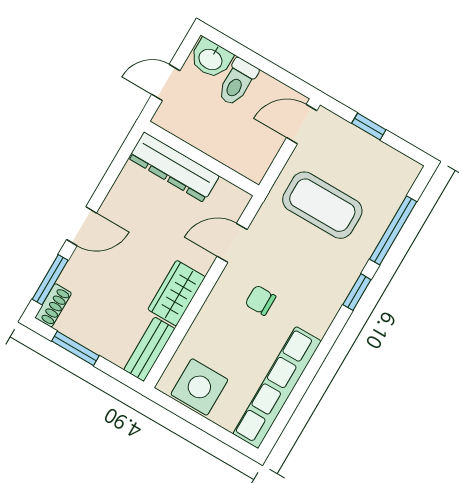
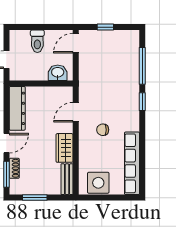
washbasin: (211, 59) -> (58, 73), moved, turned 180
dresser: (174, 167) -> (17, 108), moved, turned -90
coffee table: (322, 205) -> (105, 73), removed
shoe rack: (53, 305) -> (14, 168), moved

